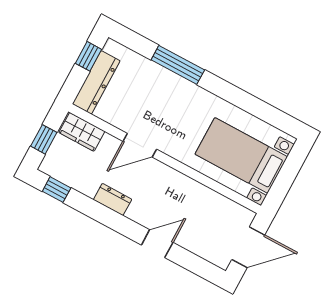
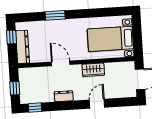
window: (178, 65) -> (55, 15), width x0.69
wardrobe: (82, 132) -> (93, 70), moved
door: (140, 145) -> (61, 63), swing flipped

